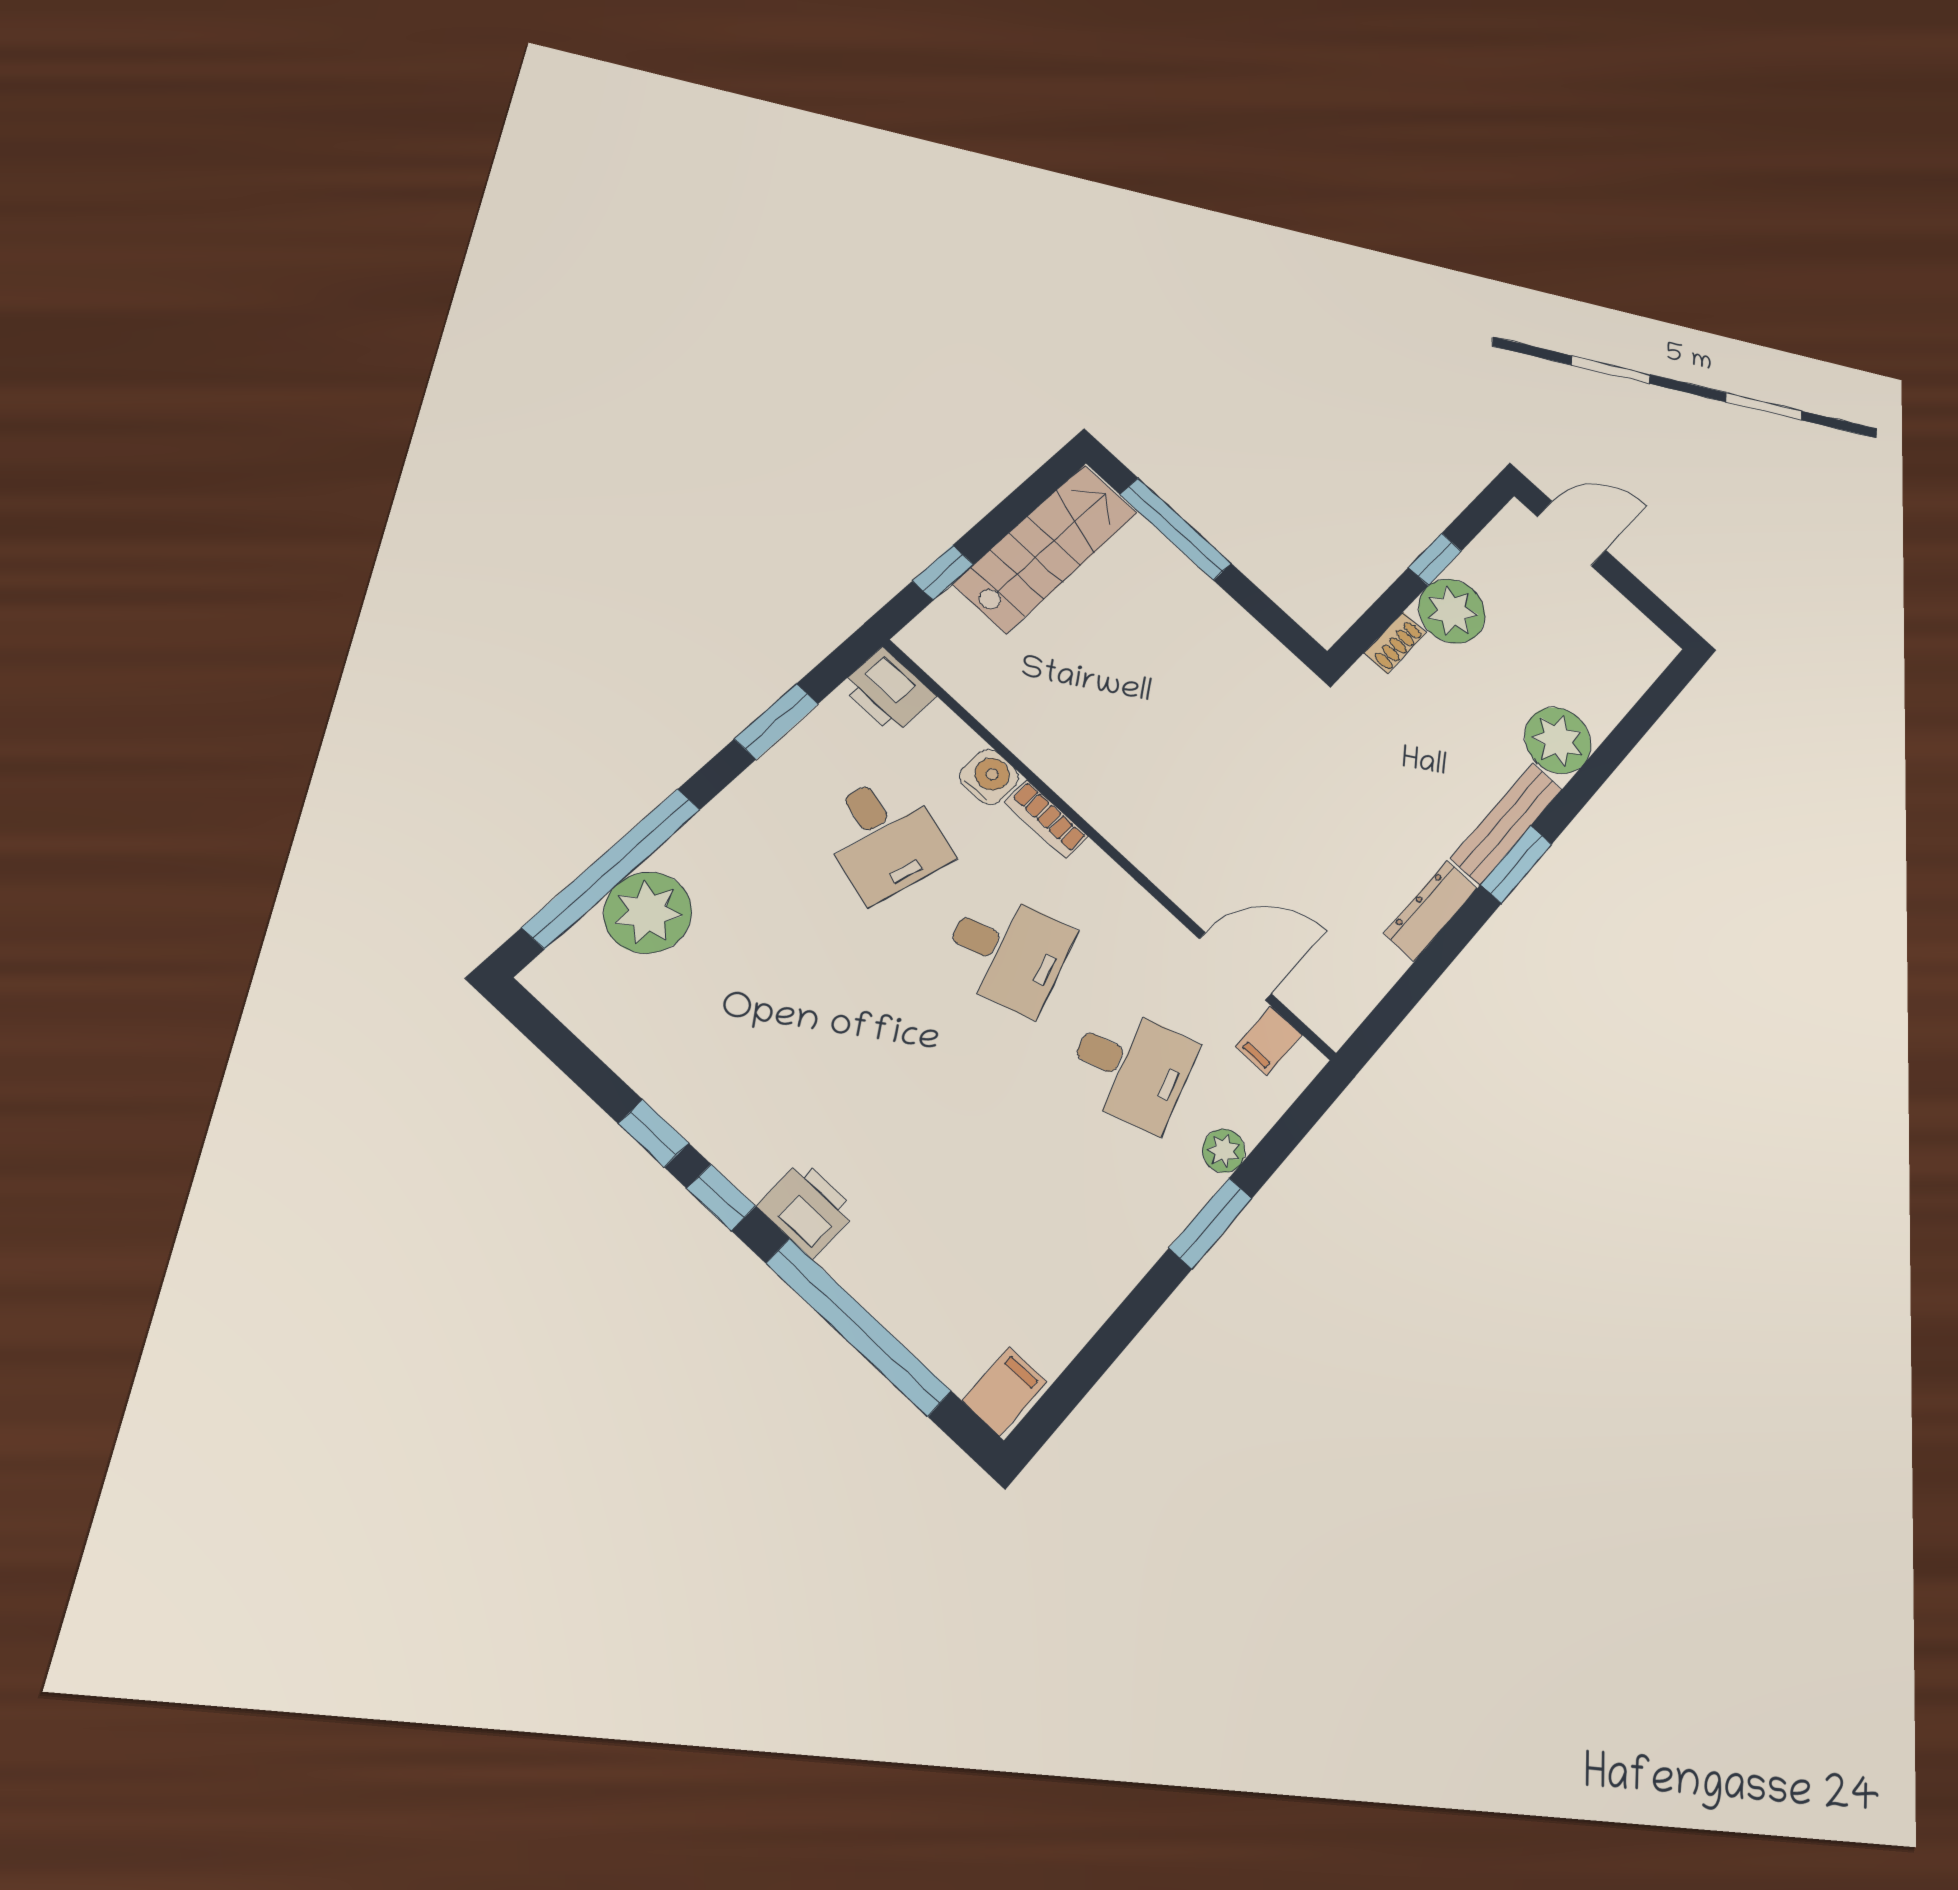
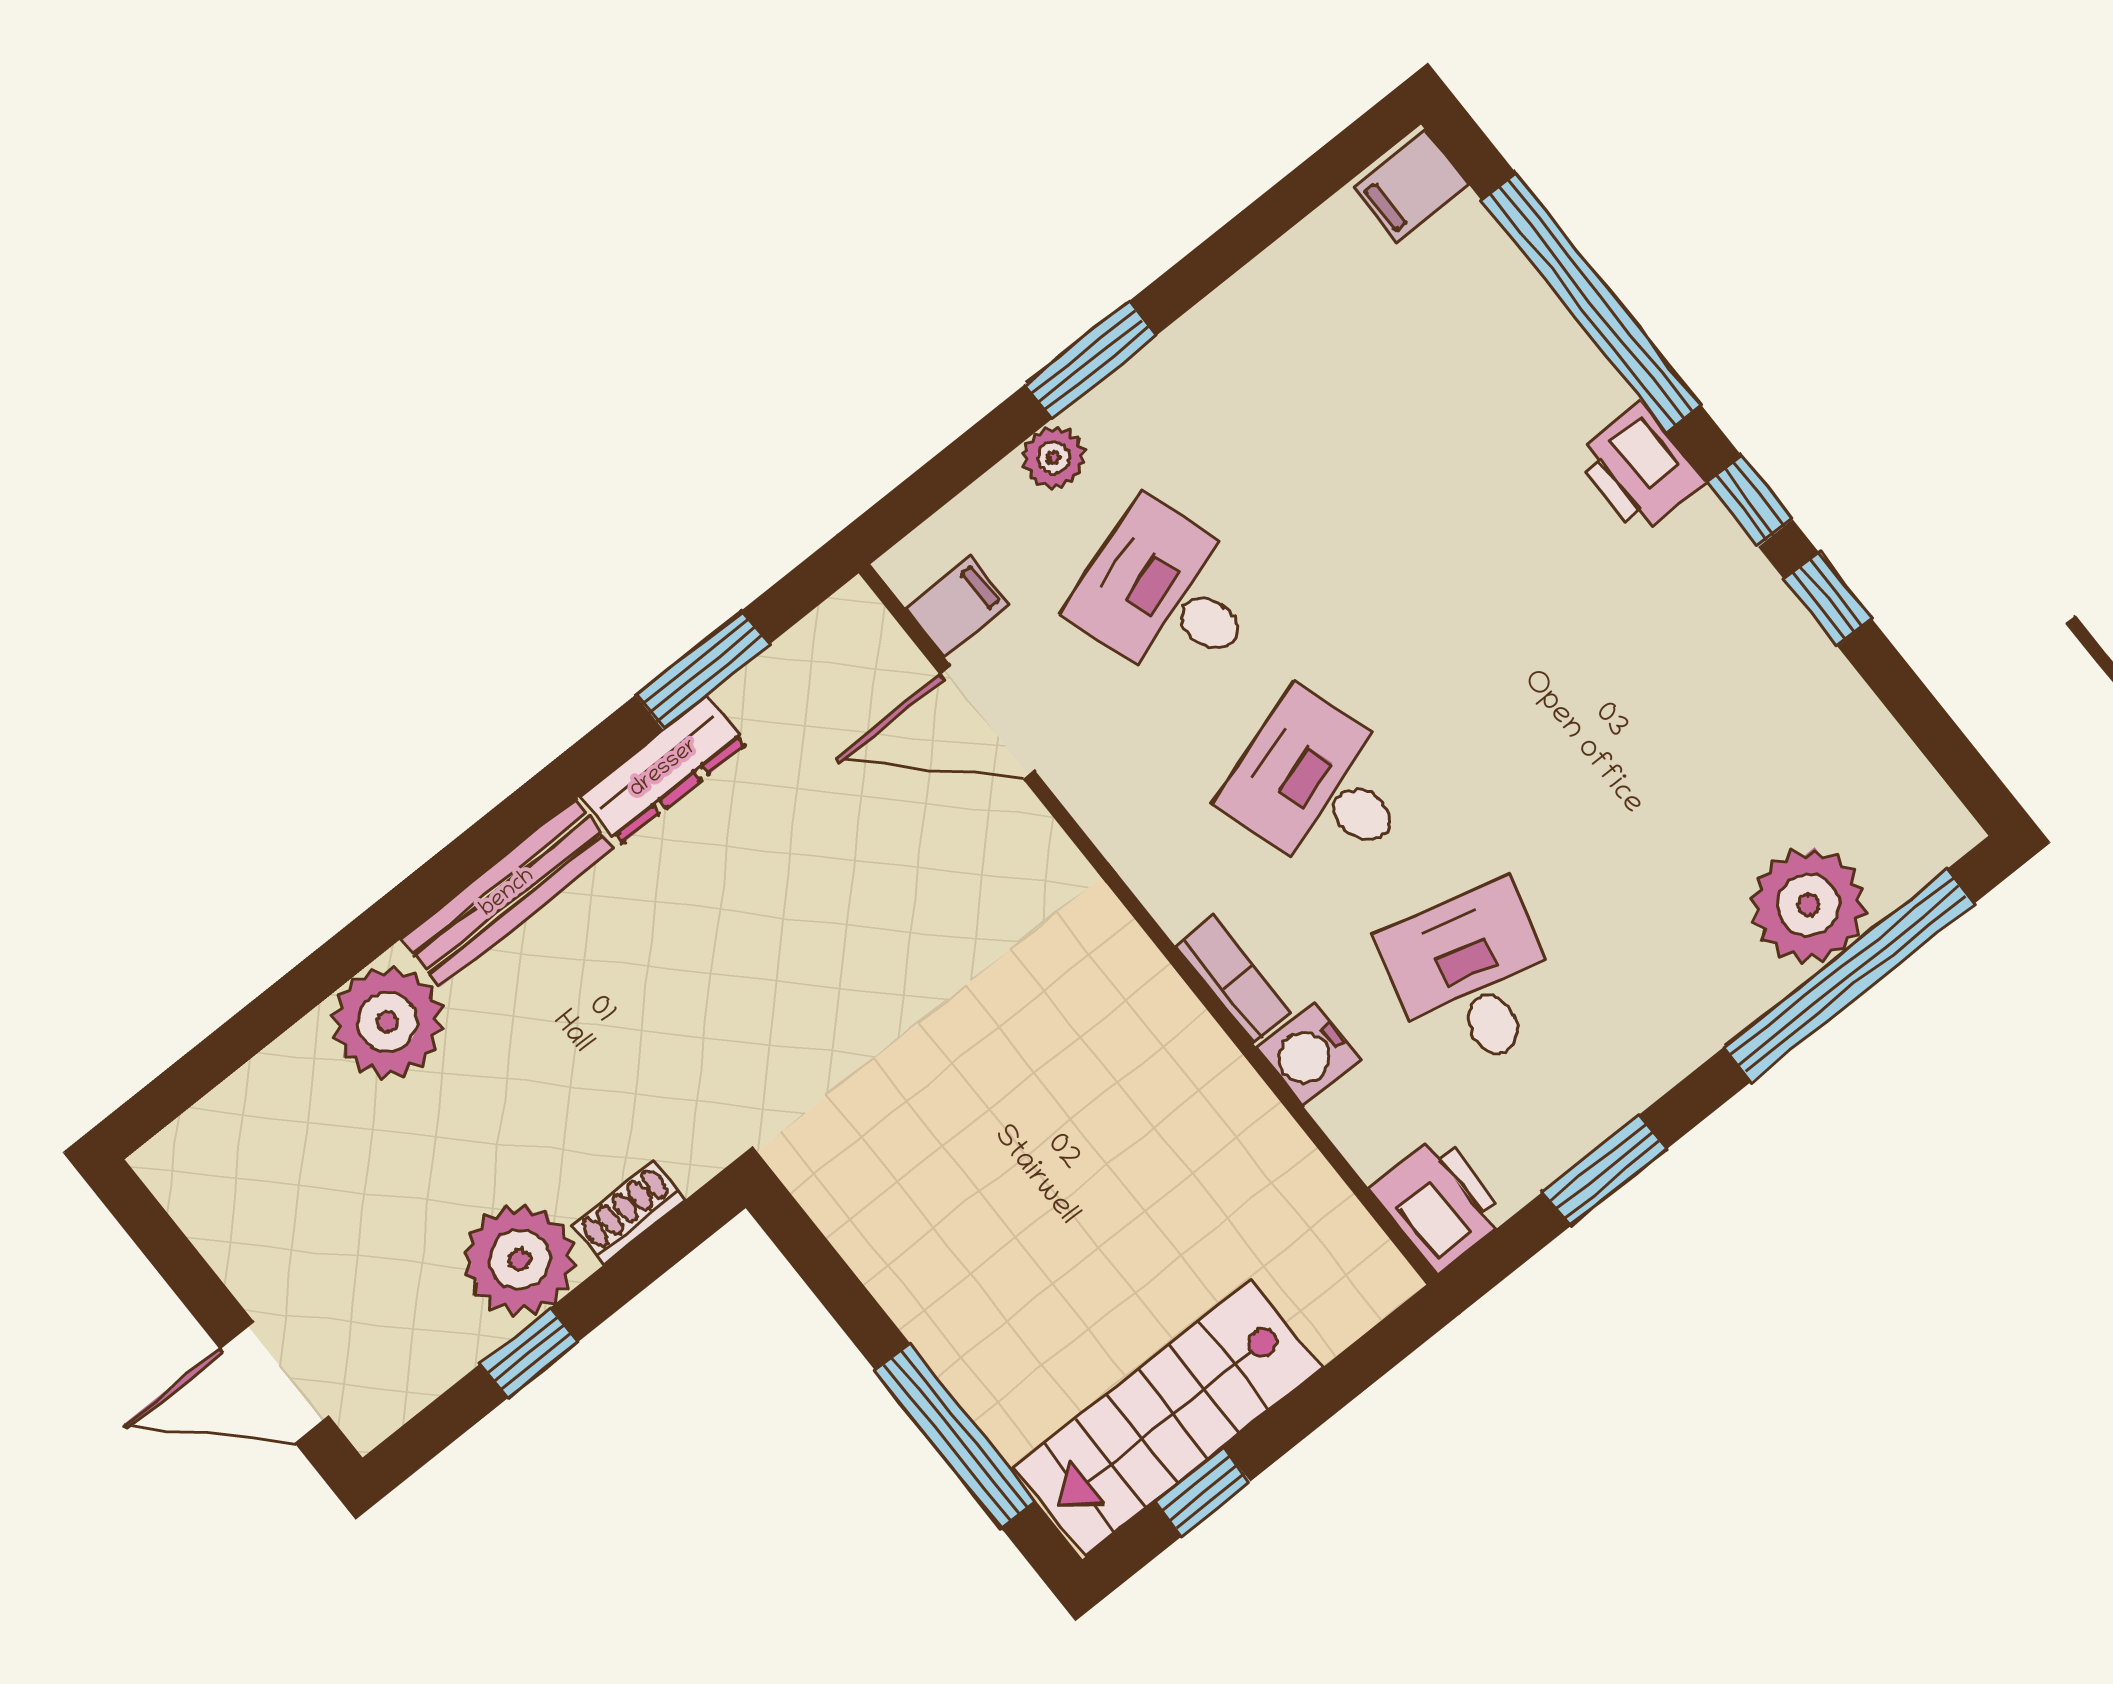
window: (943, 573) -> (1202, 1492), moved
window: (1516, 864) -> (702, 670), moved

